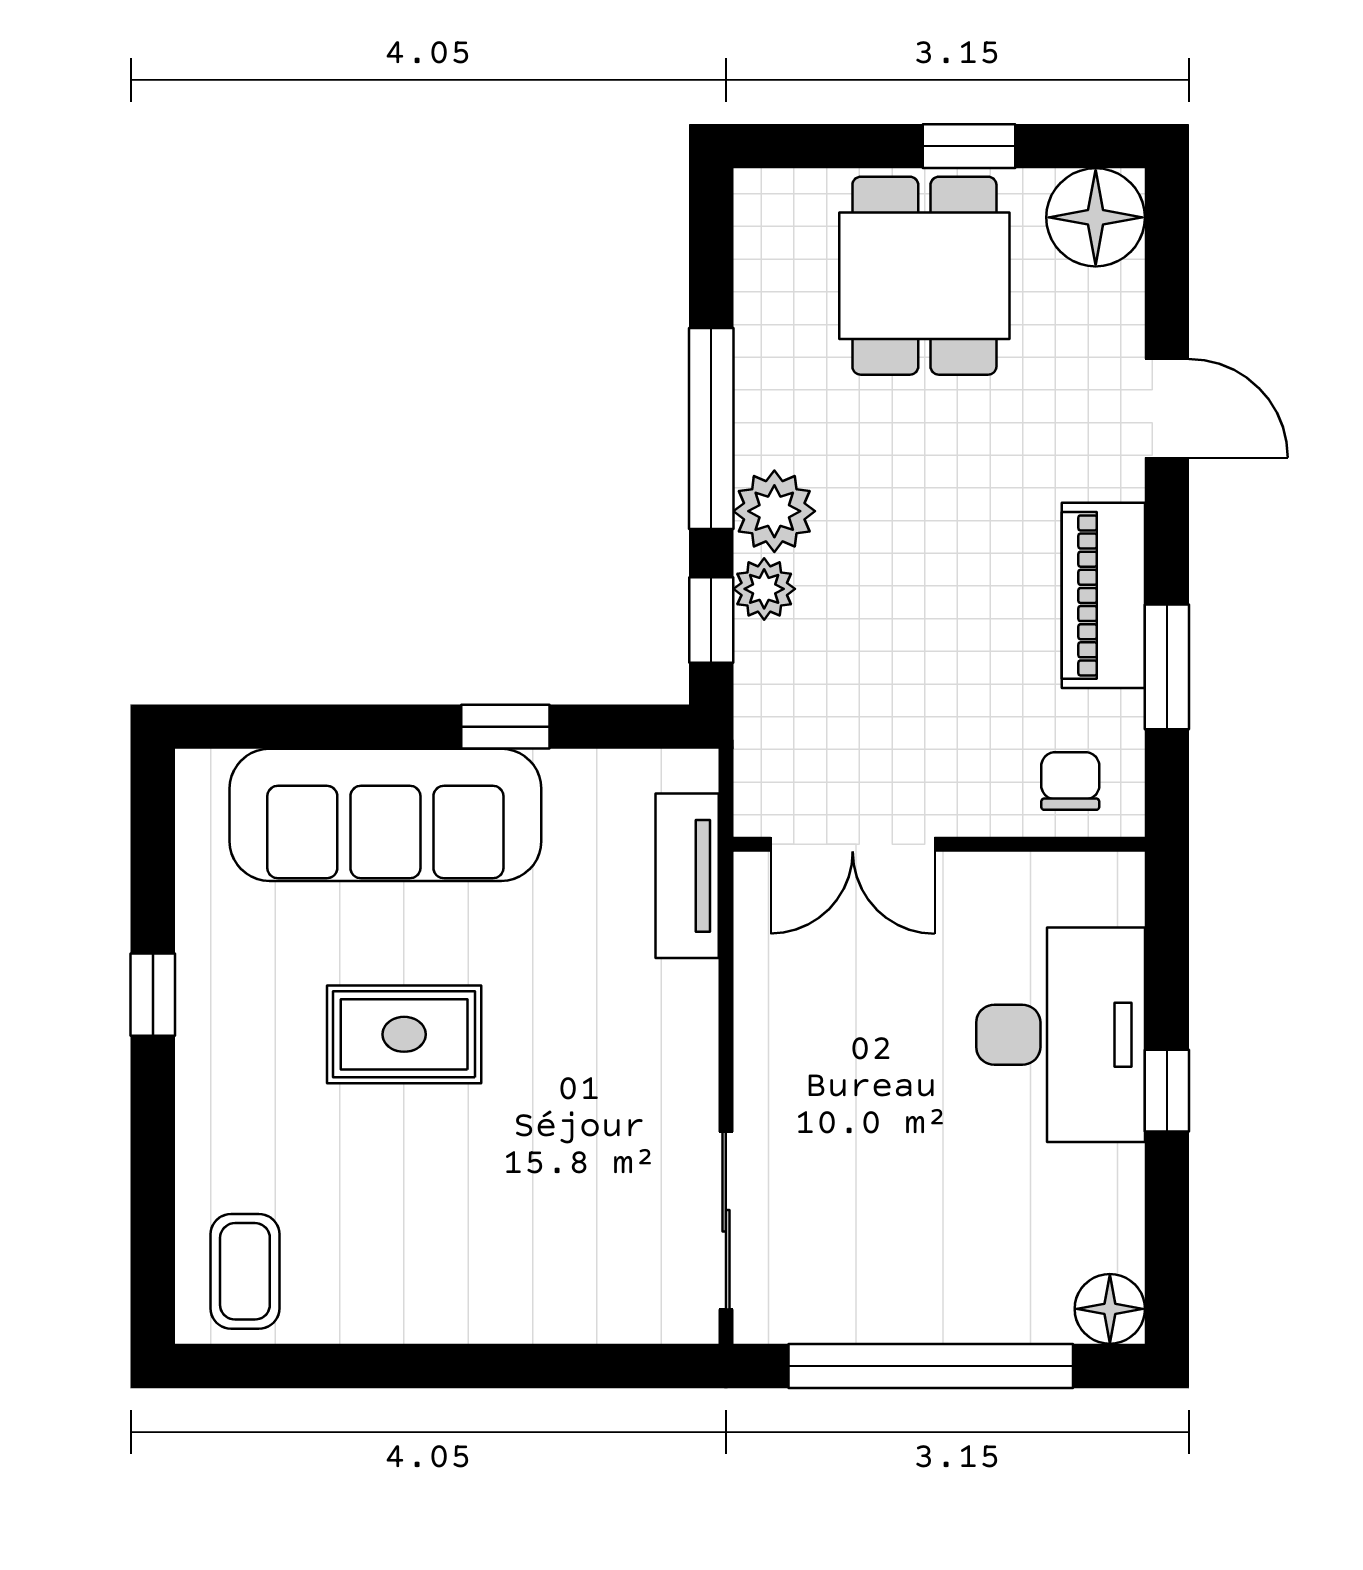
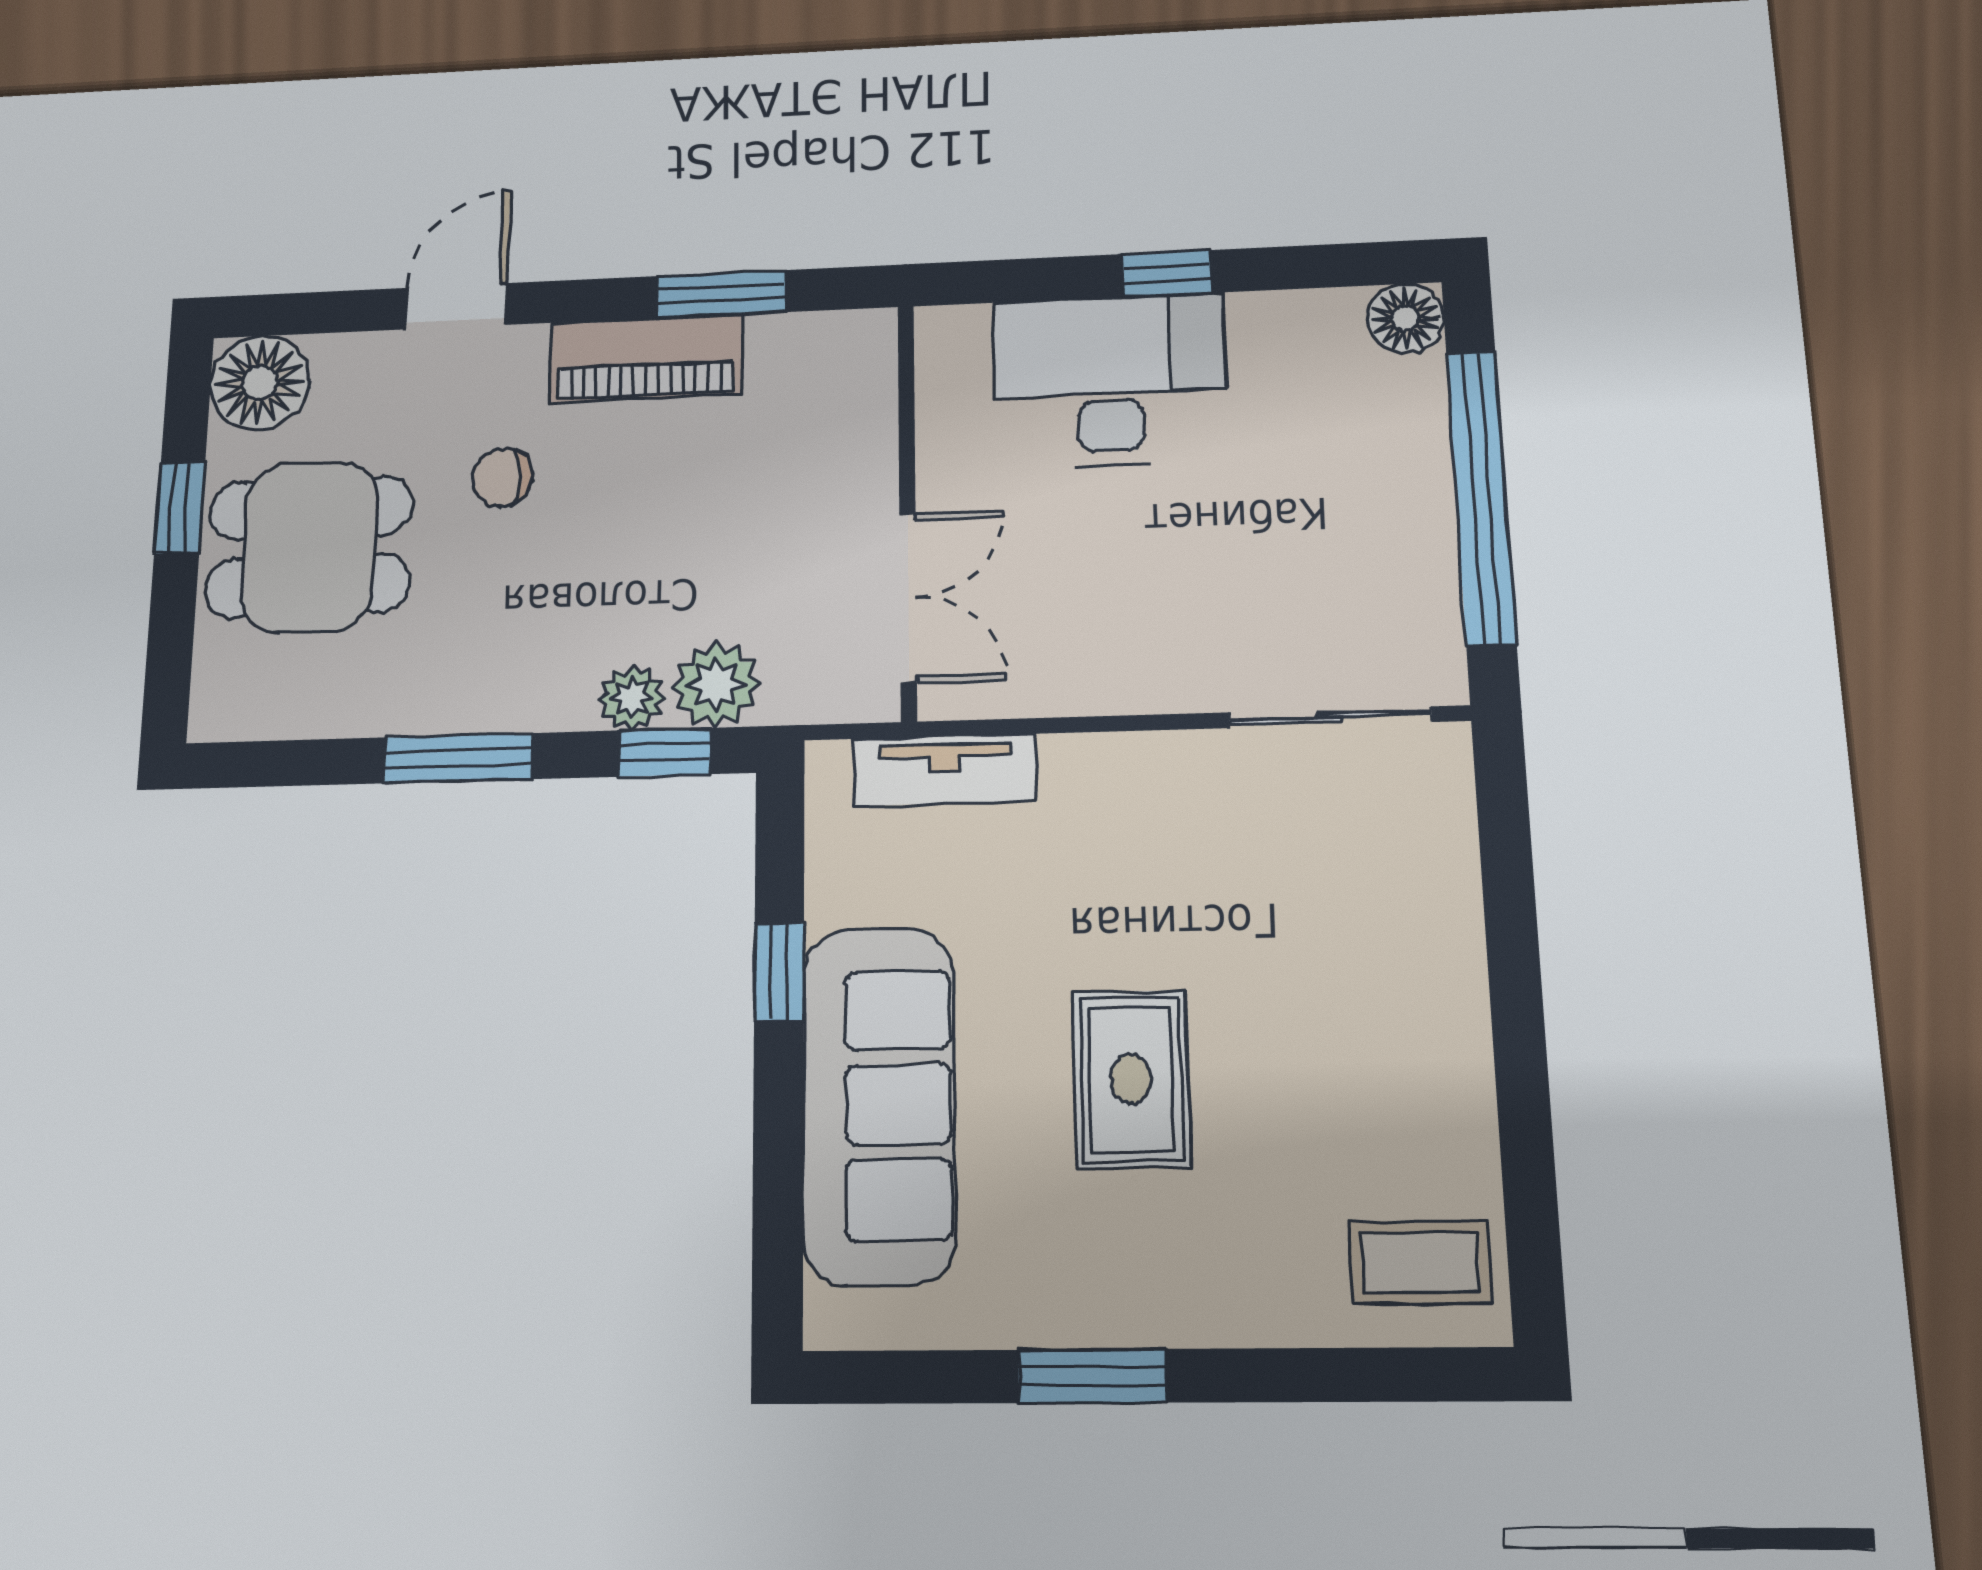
window: (711, 428) -> (459, 758), width x0.69
plant: (774, 511) -> (716, 685), moved
chair: (1070, 781) -> (502, 478), moved
window: (153, 995) -> (1093, 1376), width x1.50

